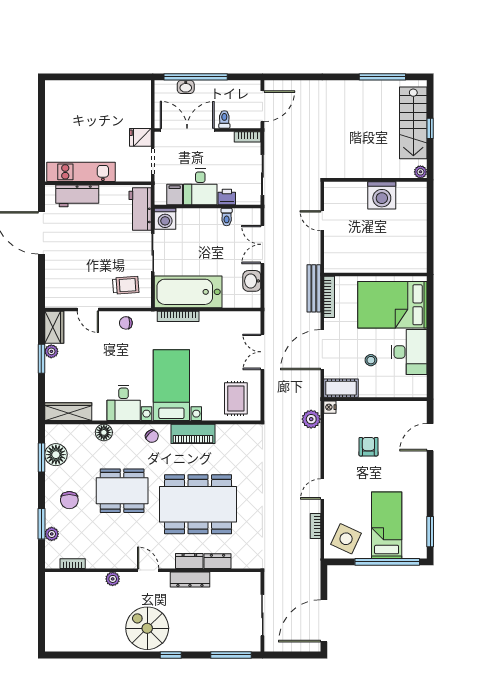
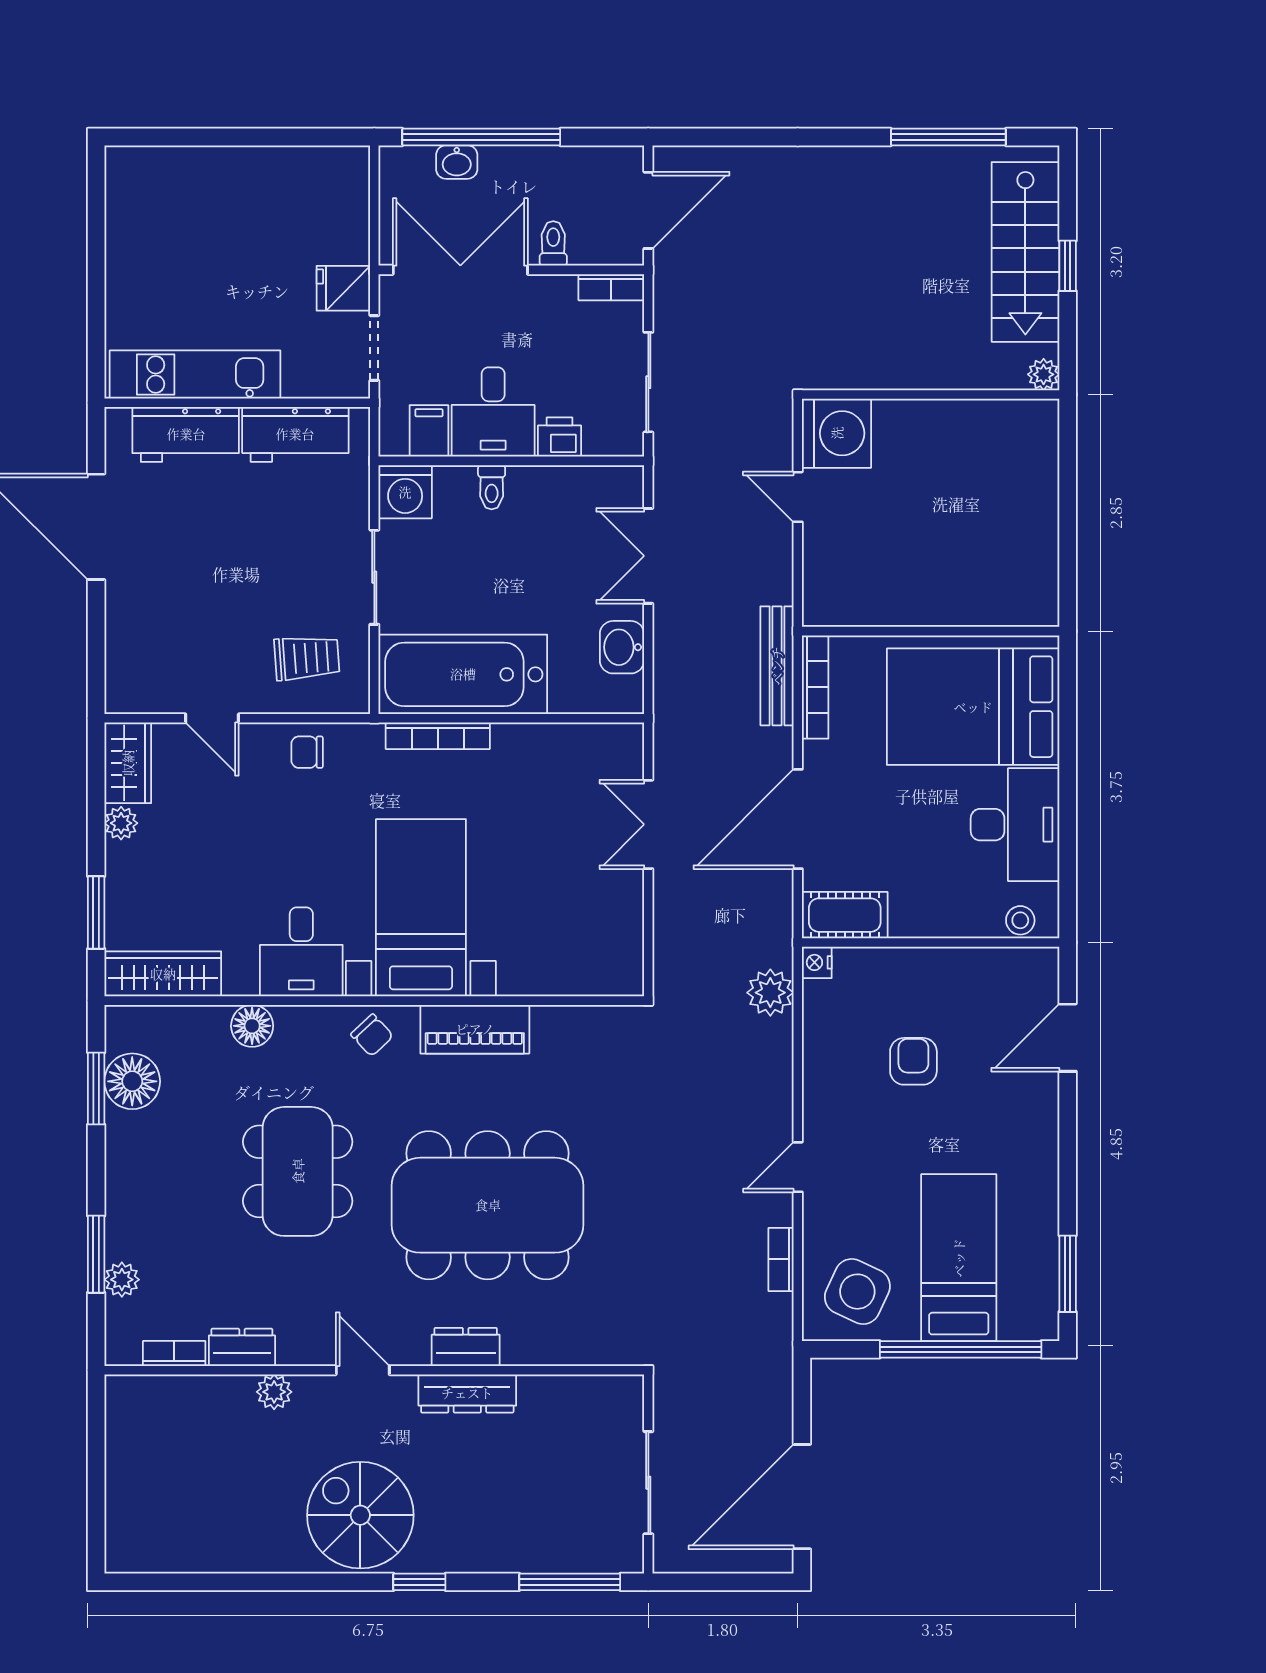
washing machine: (382, 195) -> (837, 433), moved, turned -90
workbench: (140, 209) -> (295, 434), moved, turned -90
toilet: (227, 217) -> (492, 487), moved
window: (41, 359) -> (96, 913), moved
stool: (371, 360) -> (1020, 920), moved
rug: (236, 398) -> (582, 941), removed
dining table: (122, 491) -> (298, 1171), turned 90
chair: (69, 500) -> (166, 1195), removed
dresser: (218, 561) -> (242, 1347), moved

